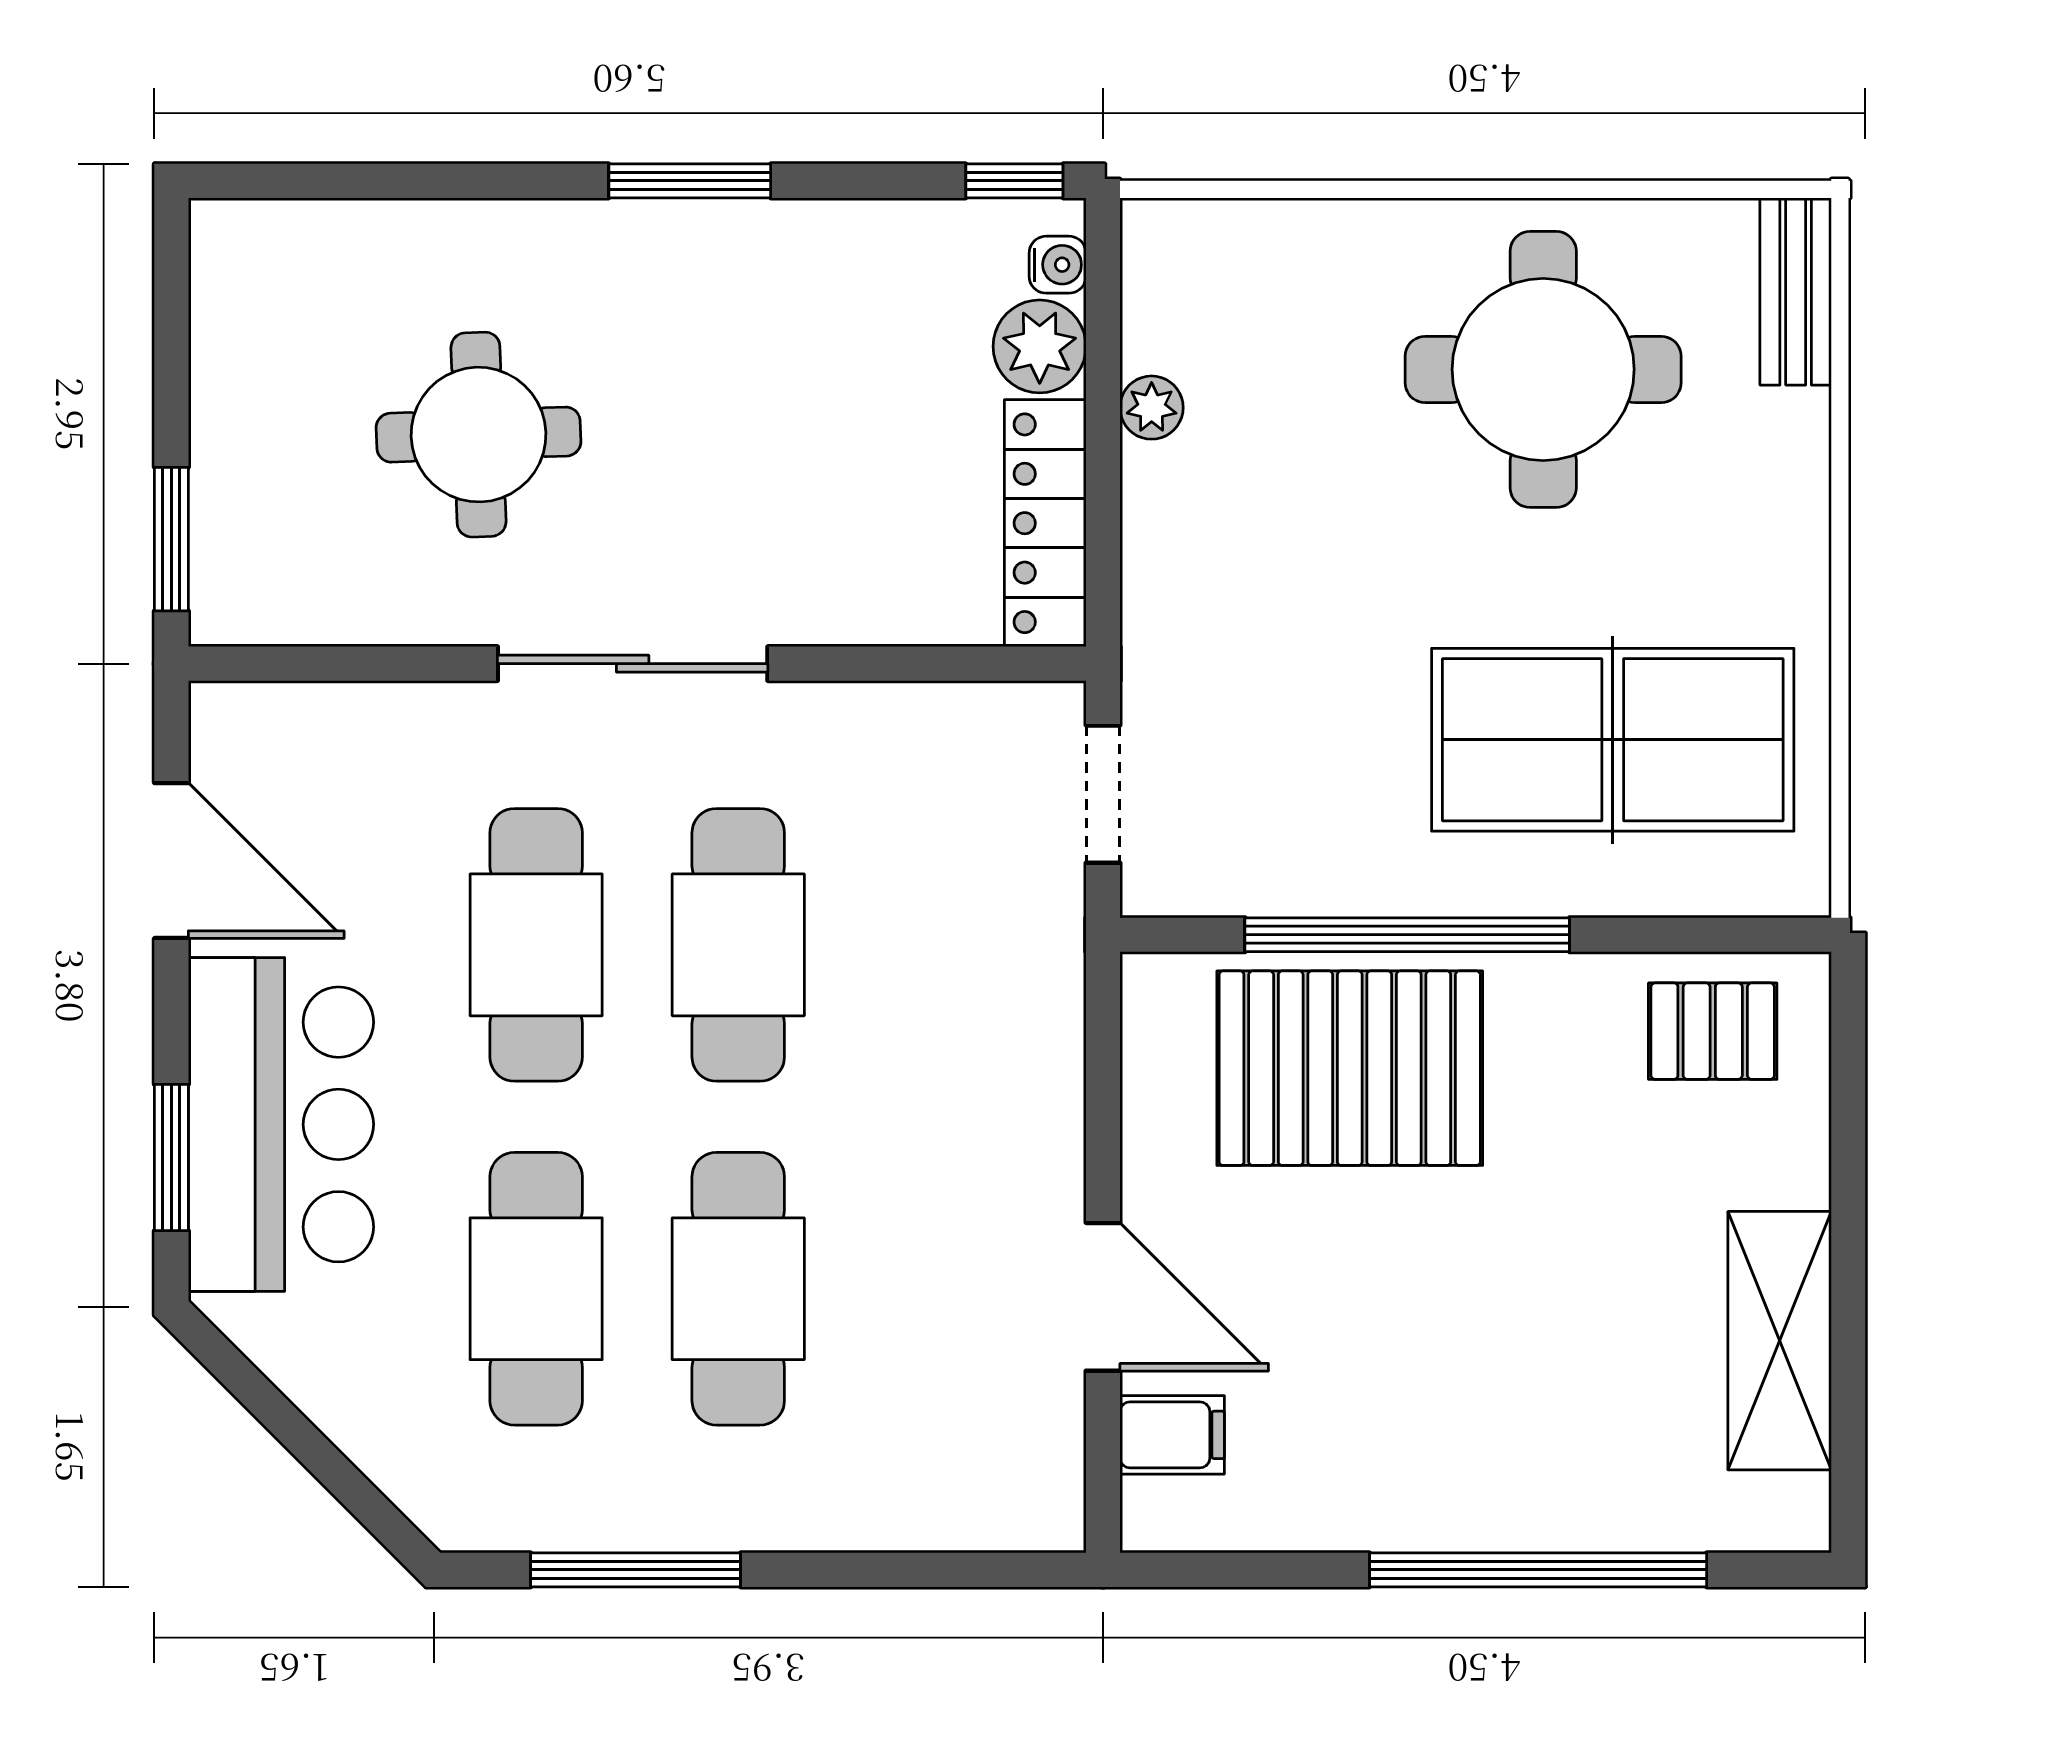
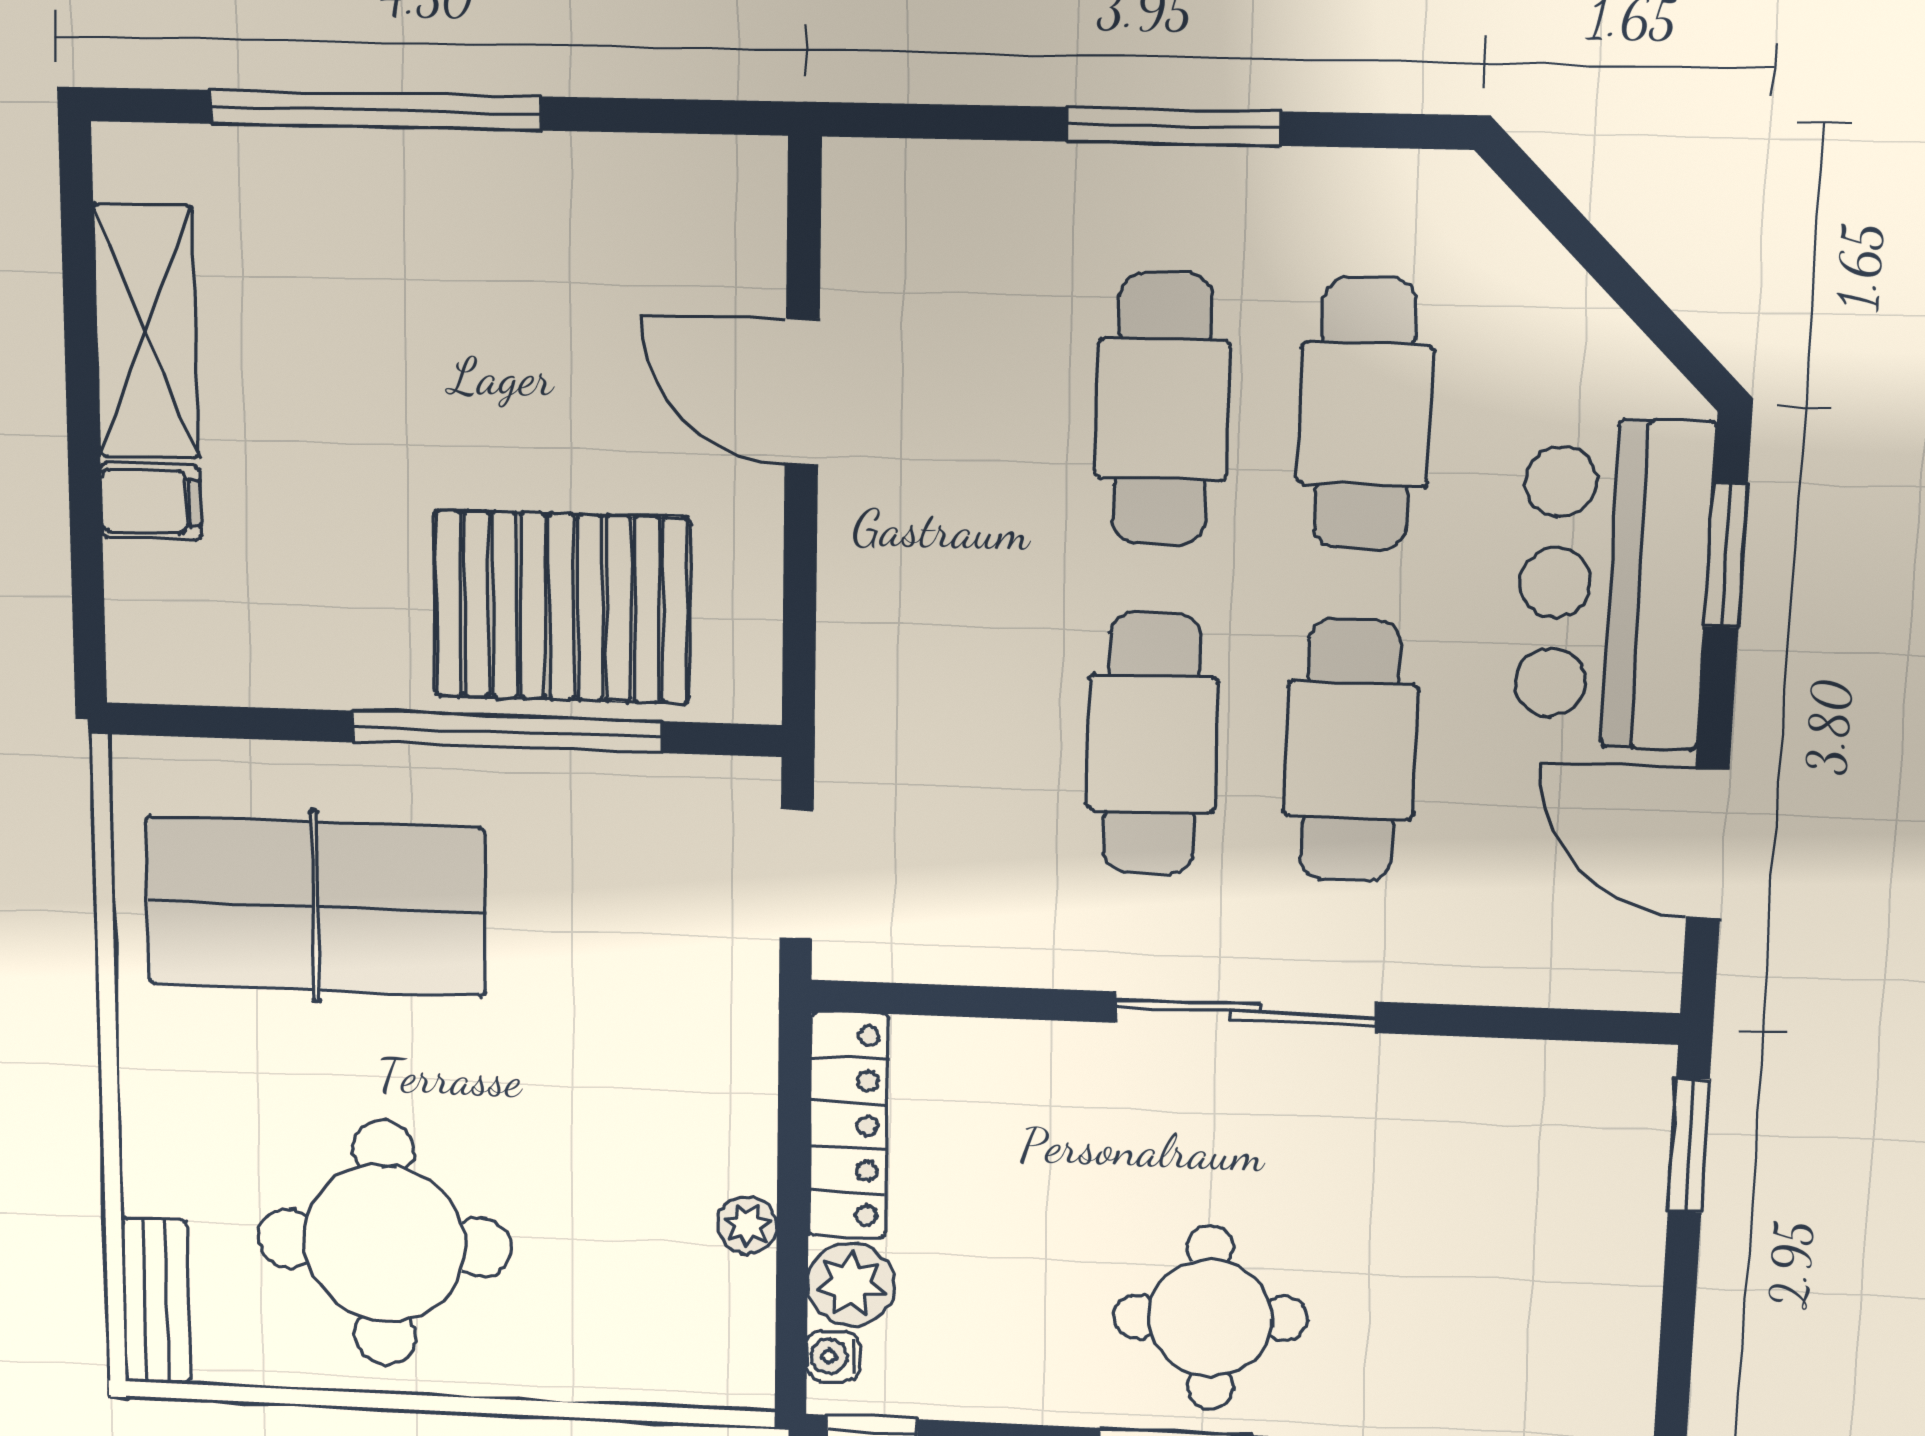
round table: (478, 435) -> (1210, 1318), moved
pallet: (1713, 1031) -> (217, 631), removed
filing cabinet: (1172, 1435) -> (151, 502), moved, turned 180
window: (636, 1570) -> (1173, 126), moved

